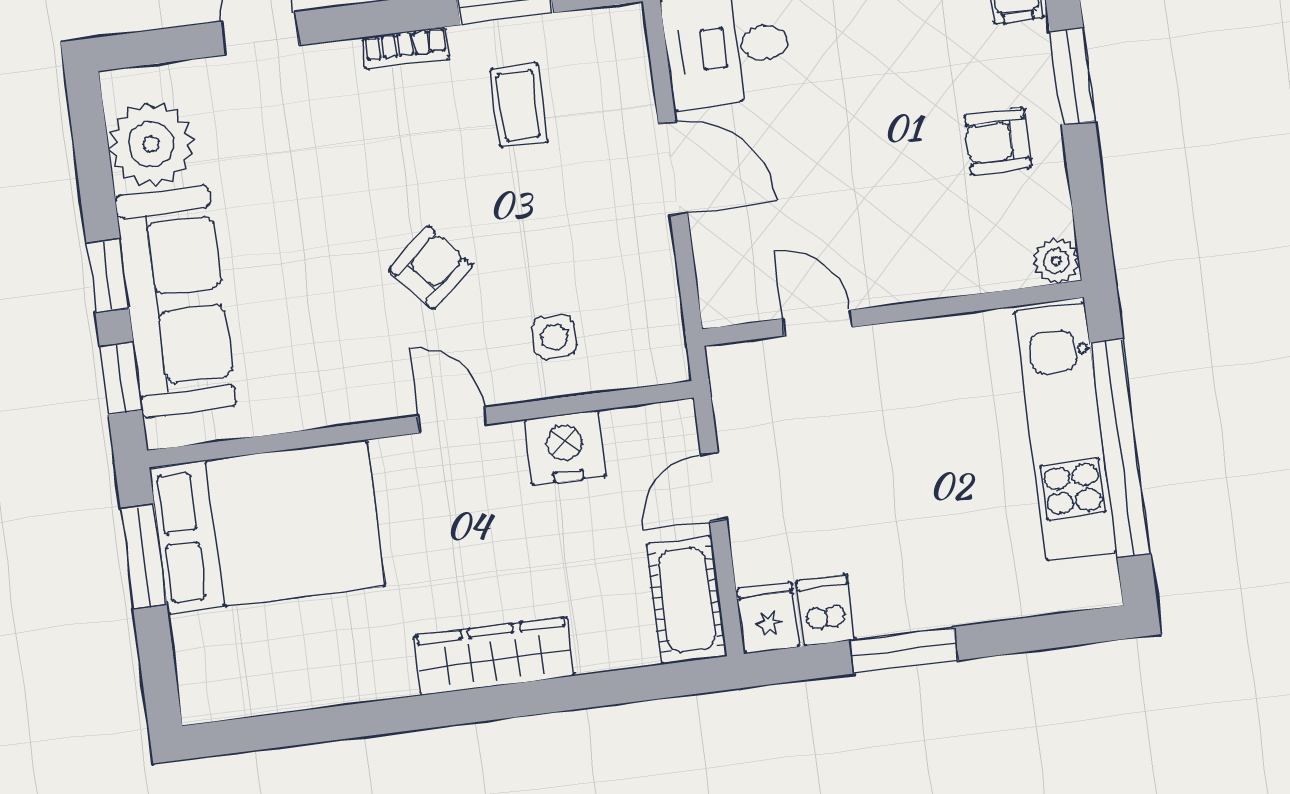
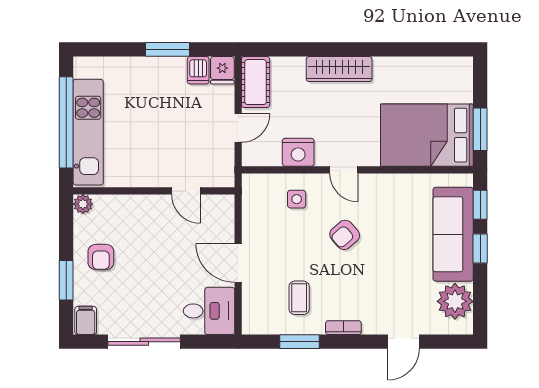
armchair: (998, 141) -> (101, 257), turned 90

